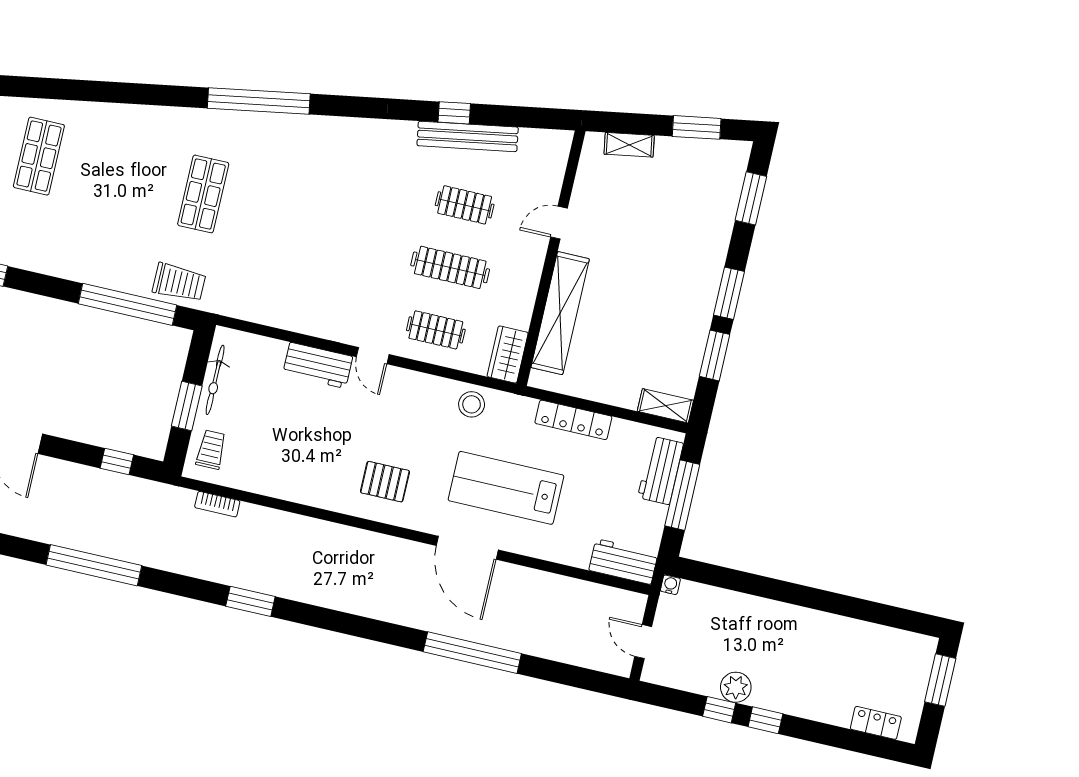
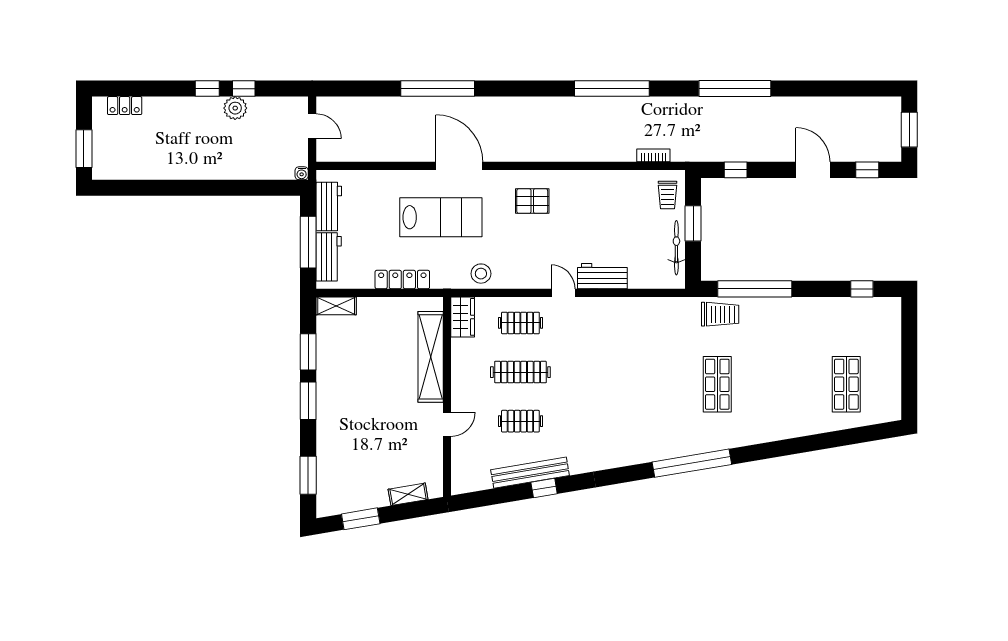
trolley: (179, 282) -> (720, 314), turned 180
workbench: (624, 562) -> (329, 207), moved, turned -90
window: (250, 601) -> (612, 89), width x2.11

